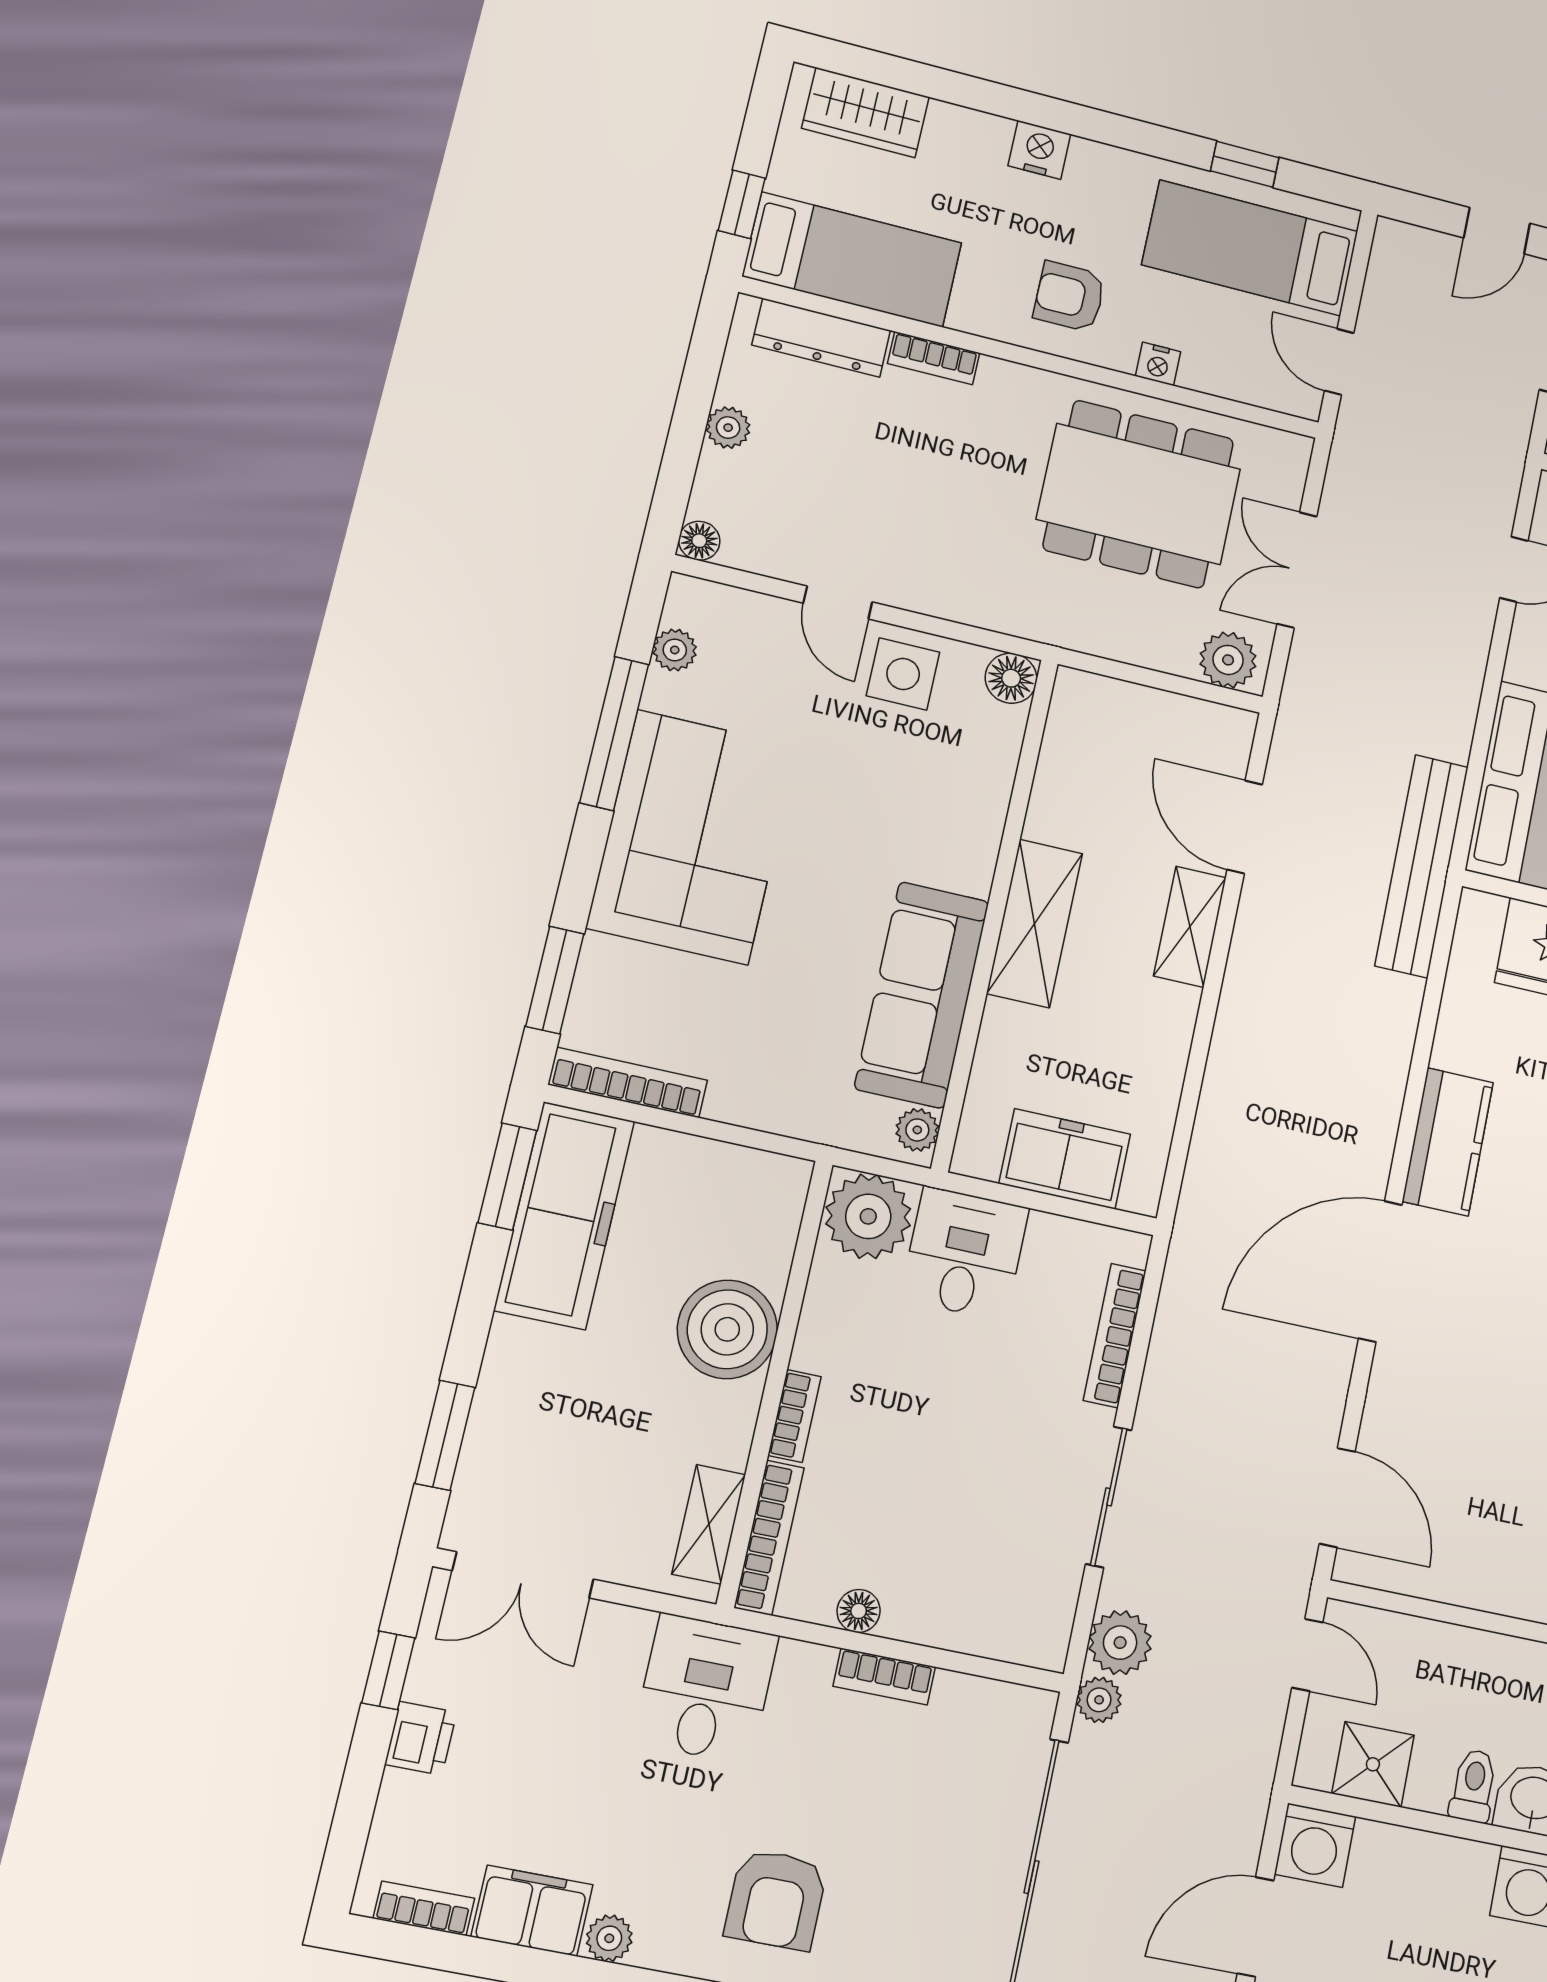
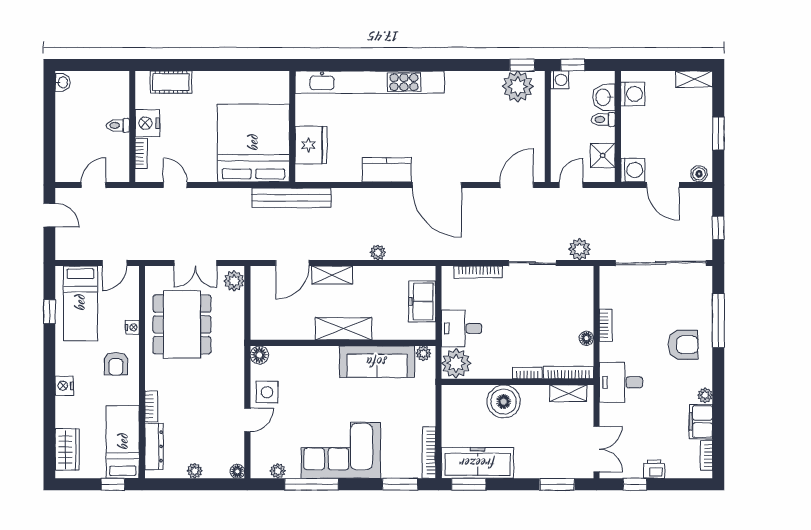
plant: (1099, 1700) -> (378, 252), moved

